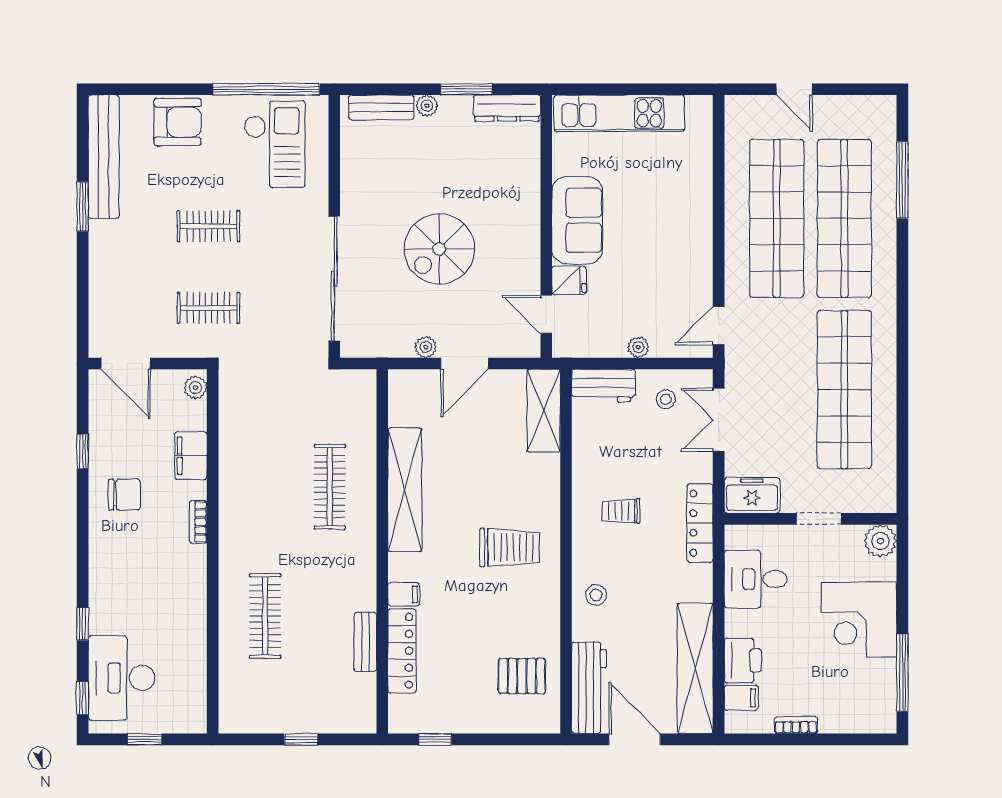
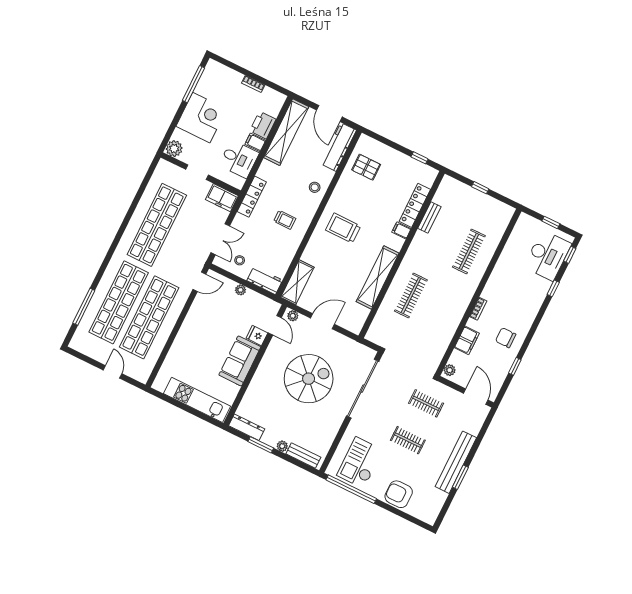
bench: (104, 157) -> (456, 462), moved
spiral stairs: (439, 249) -> (309, 379), width x1.37, depth x1.37
plant: (426, 347) -> (293, 316), moved
filing cabinet: (741, 698) -> (255, 142), moved

